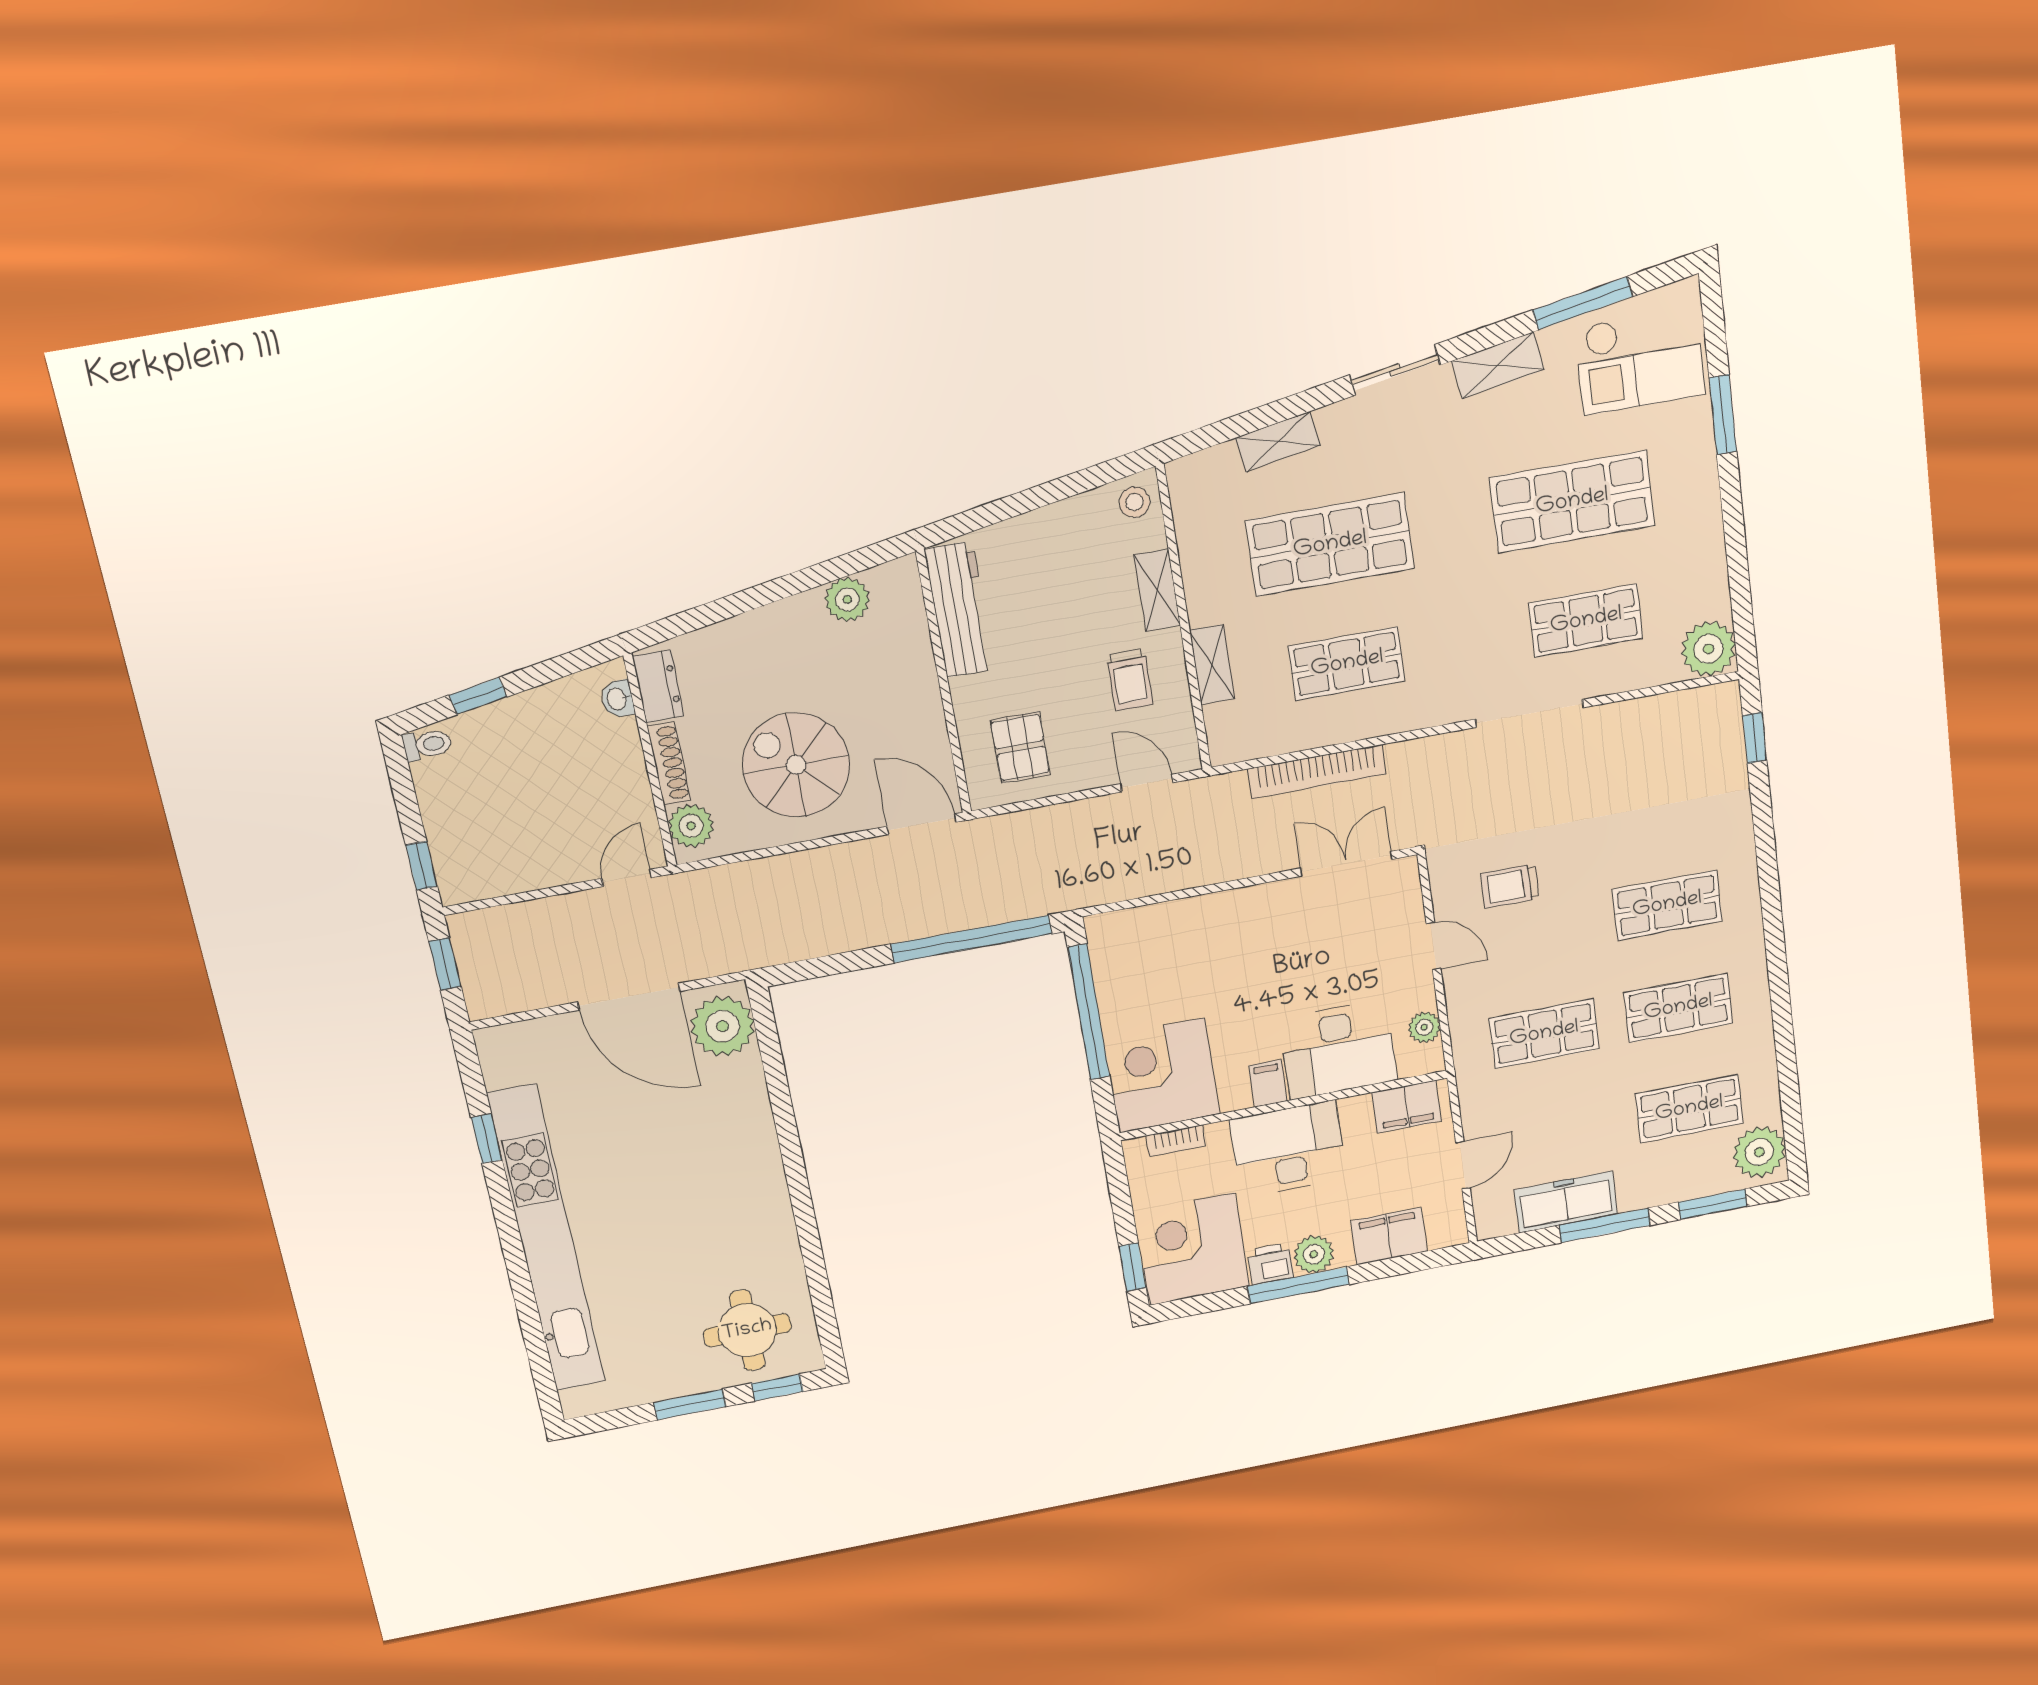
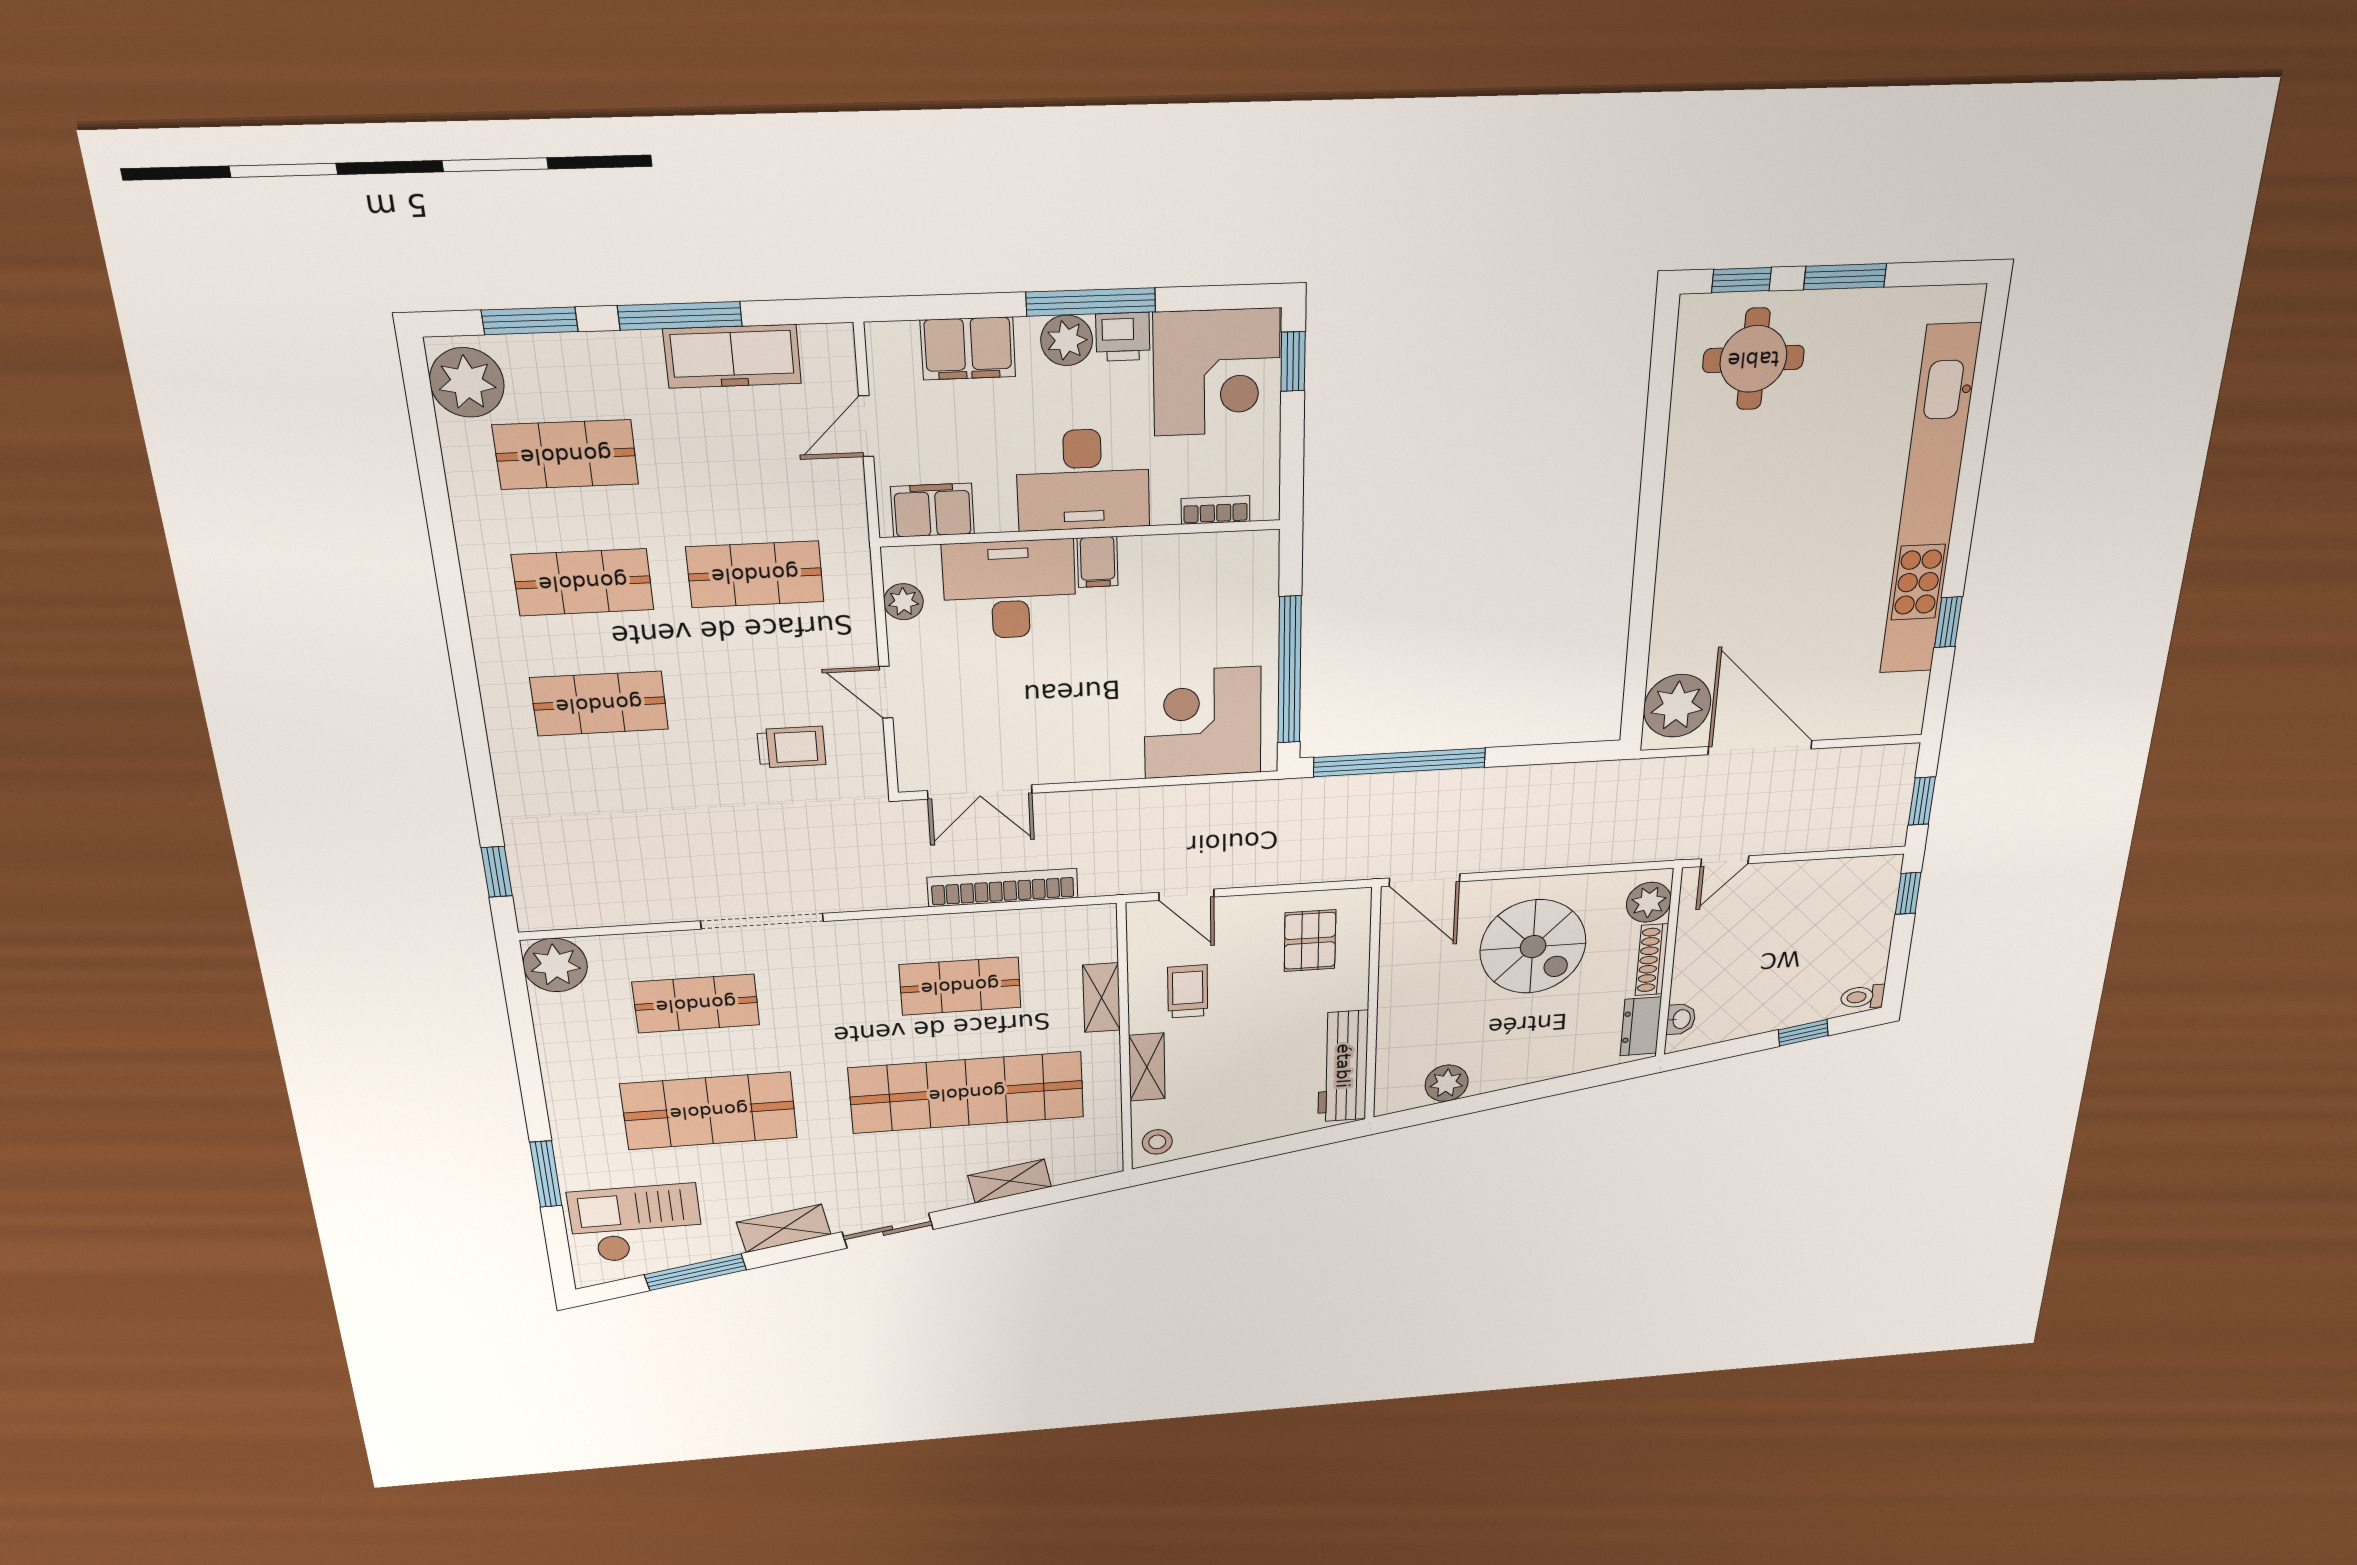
shop shelf: (1330, 545) -> (967, 1093), width x1.40
corner desk: (1162, 1076) -> (1203, 723), moved, turned 180

